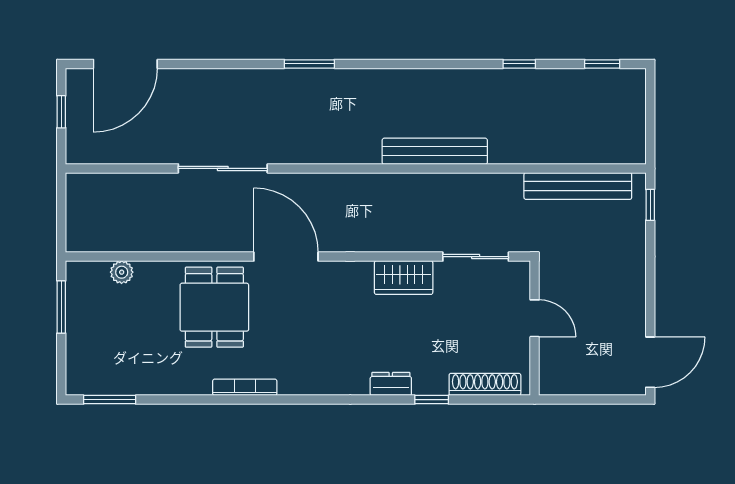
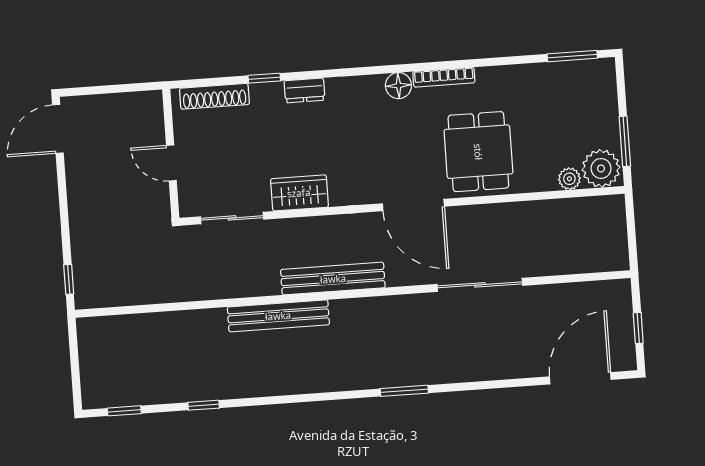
bench: (578, 186) -> (333, 279), moved
plant: (88, 281) -> (601, 168), added
floor lamp: (293, 382) -> (398, 86), added

